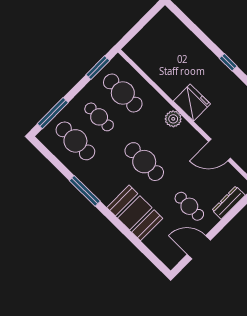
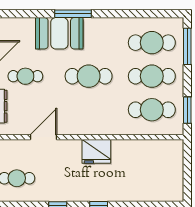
cafe table: (99, 117) -> (152, 76), width x1.37, depth x1.35
plant: (173, 119) -> (98, 127), removed
window: (85, 191) -> (73, 14), moved

